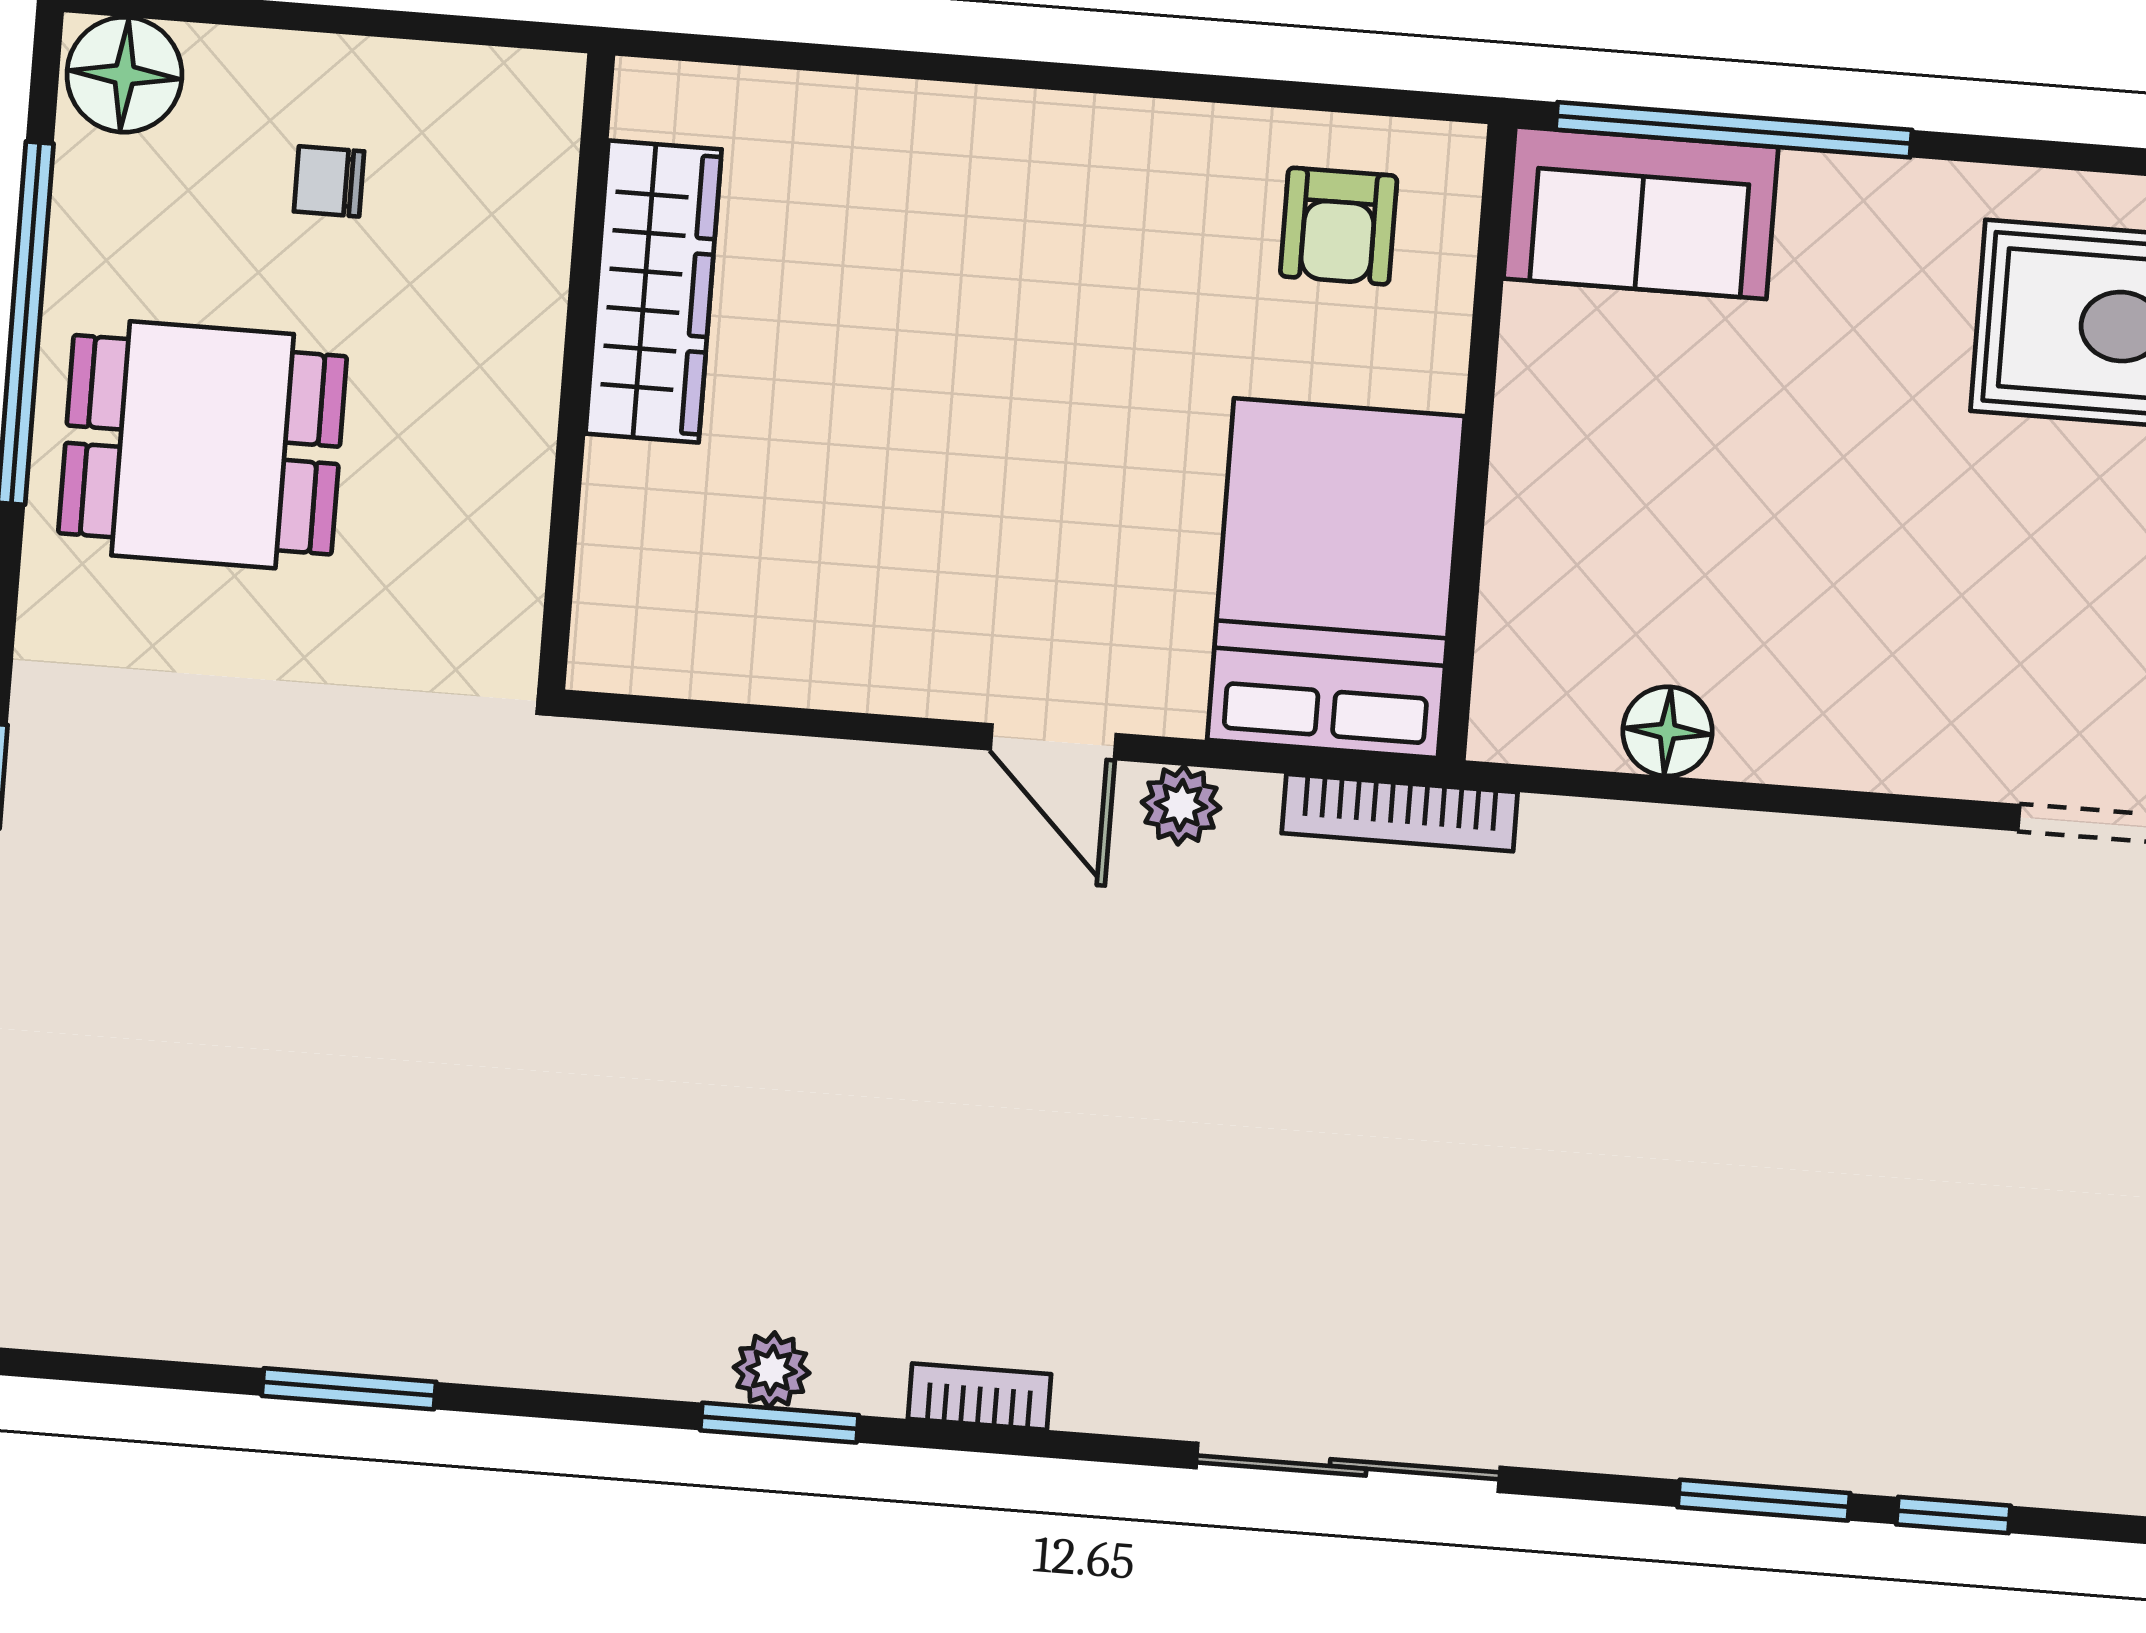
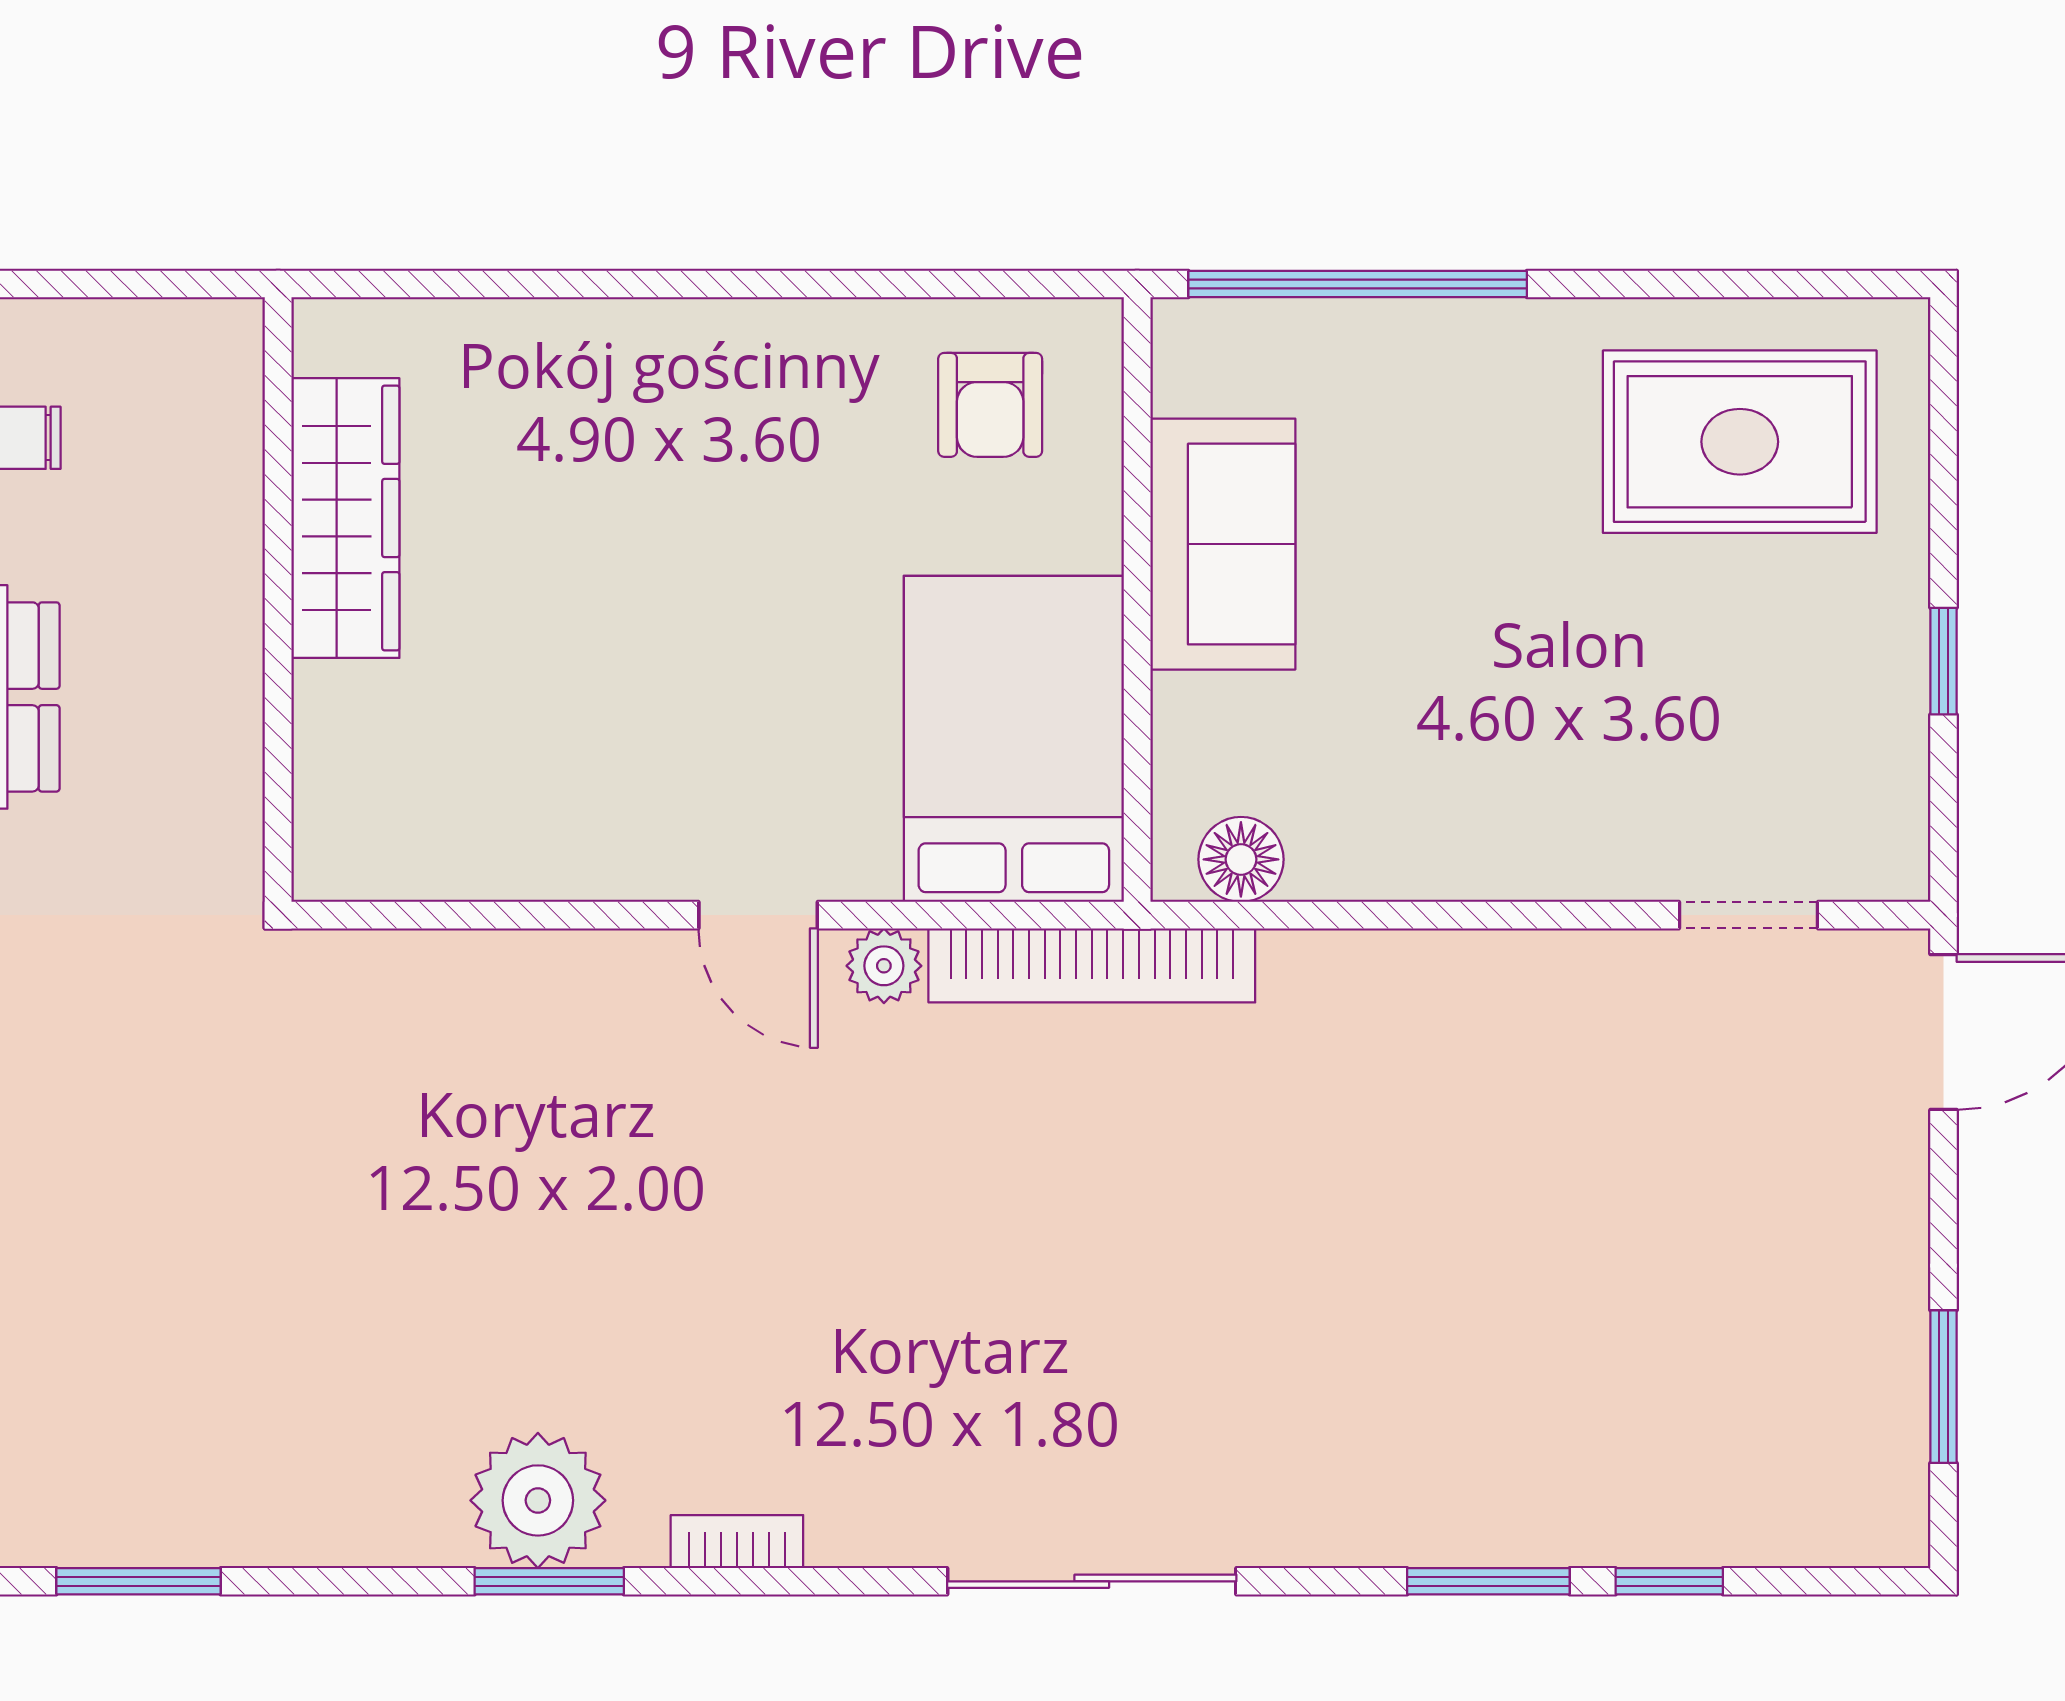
sofa: (1641, 213) -> (1223, 544), moved, turned -90
floor lamp: (1667, 731) -> (1241, 859), moved
bookcase: (1400, 813) -> (1092, 965), width x1.48, depth x1.31
plant: (772, 1370) -> (538, 1500), width x1.87, depth x1.87

